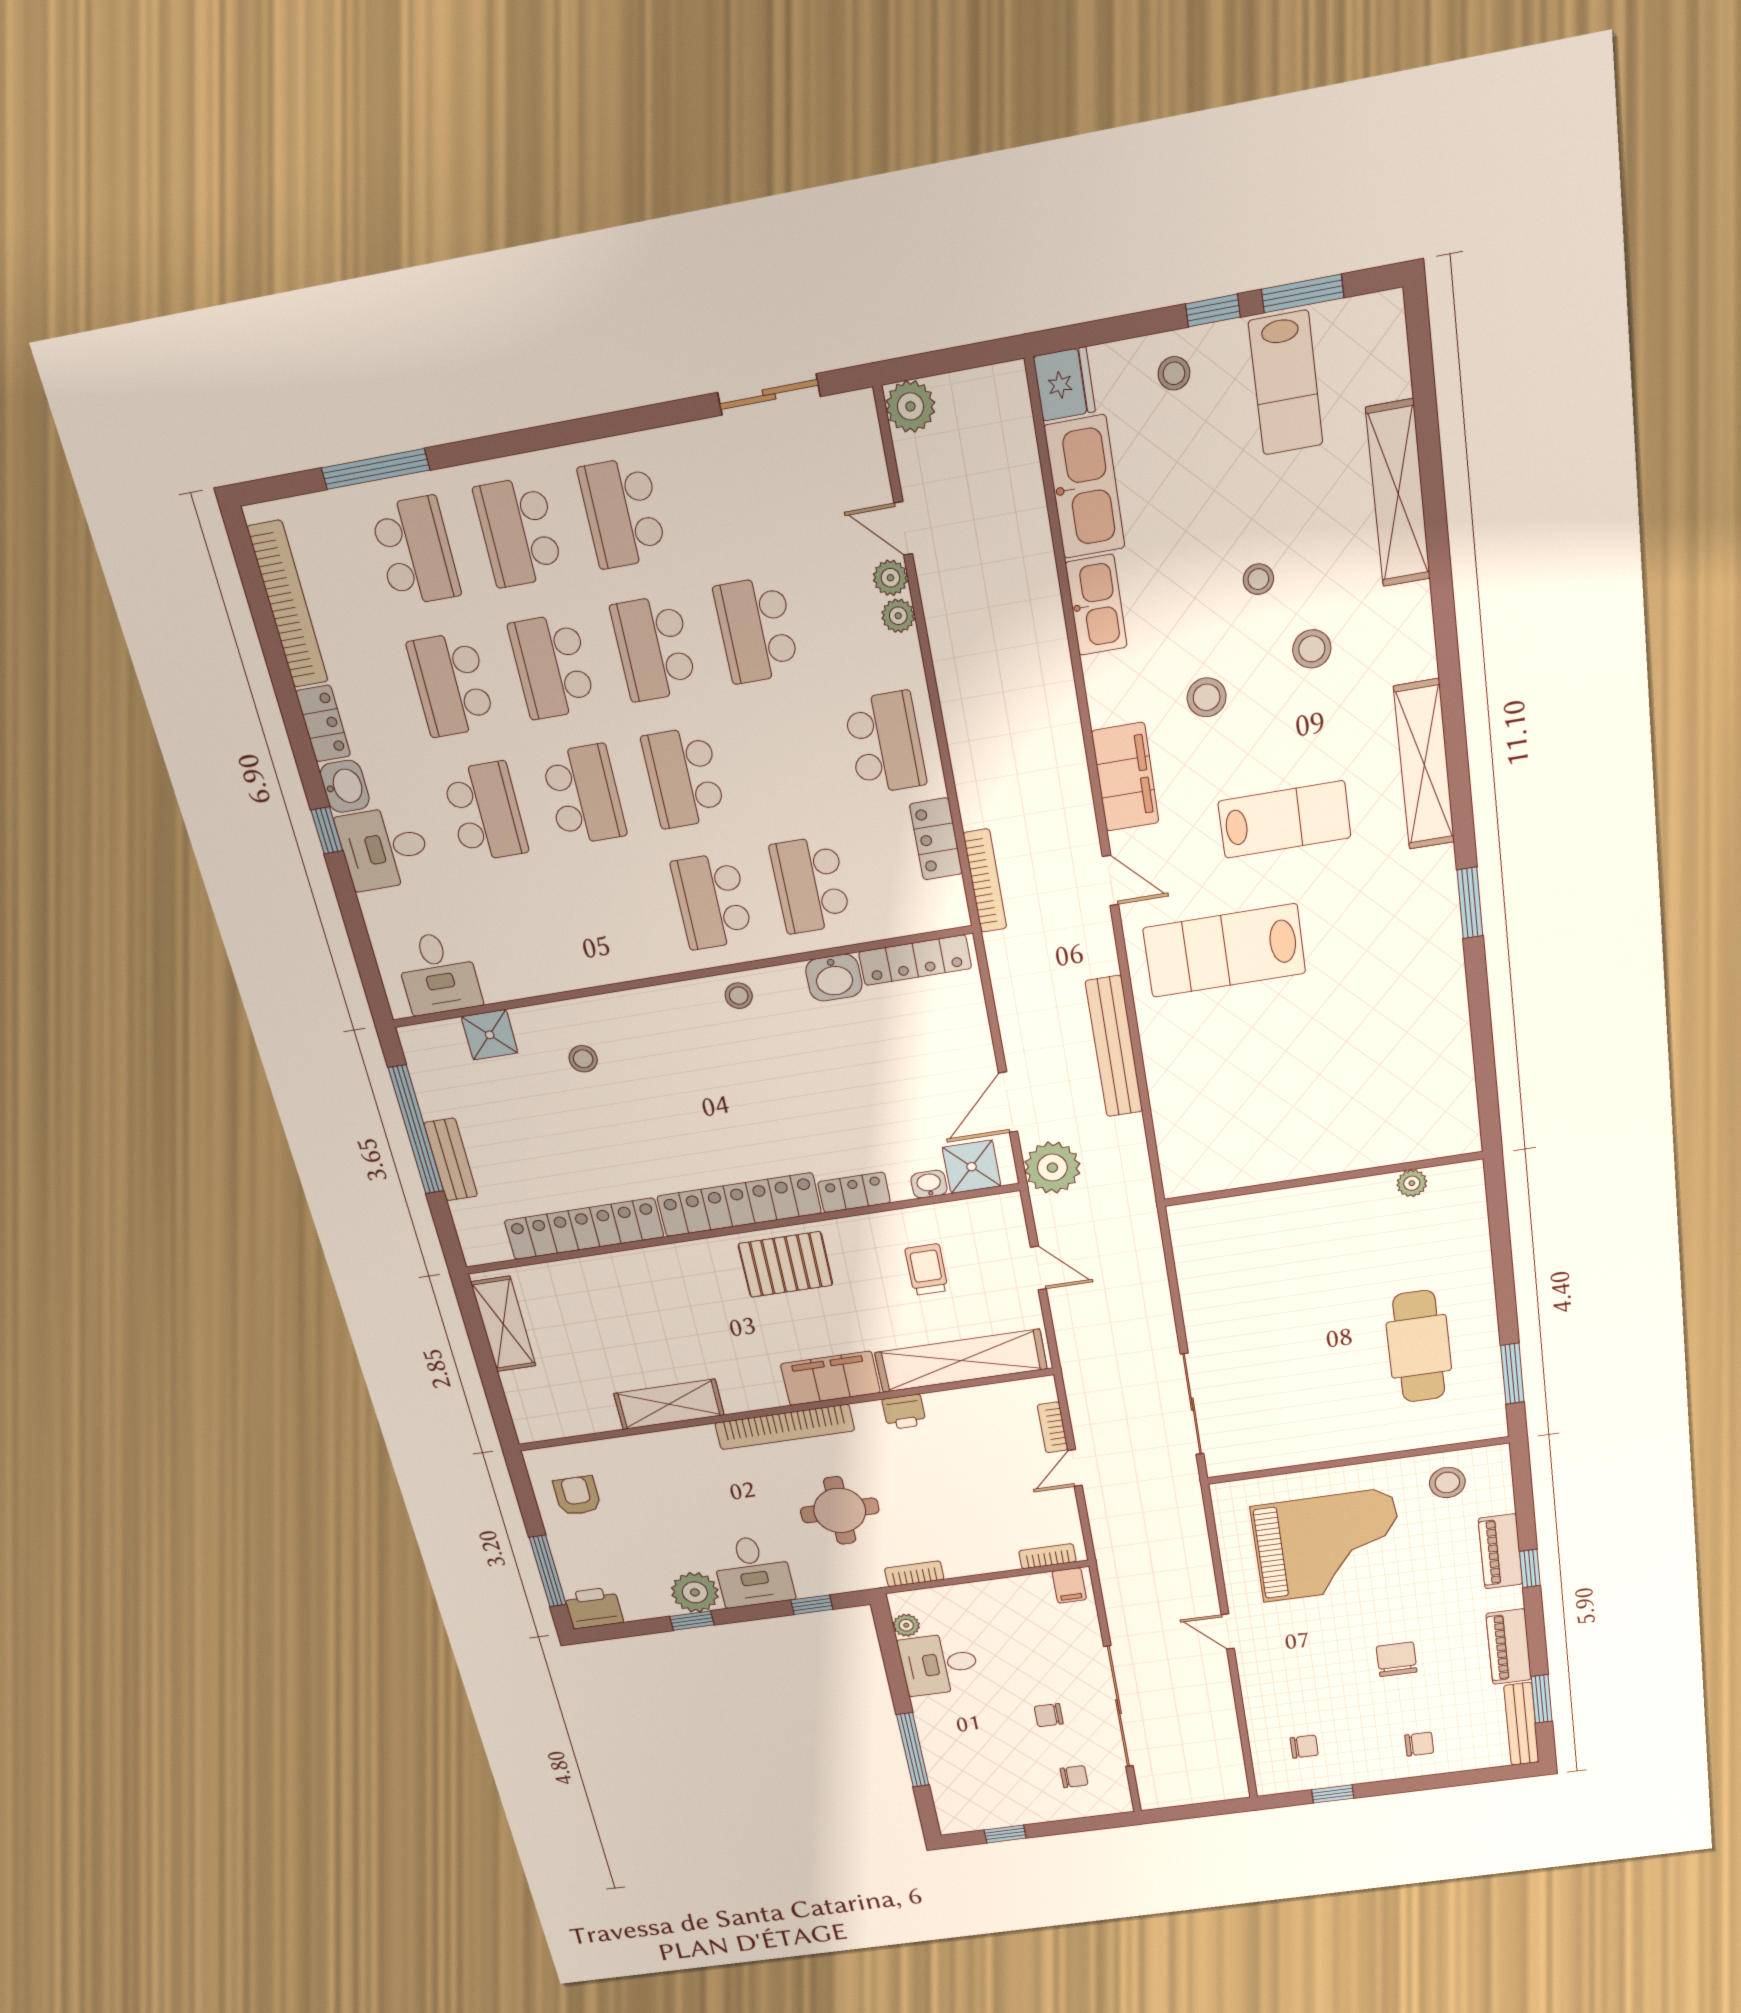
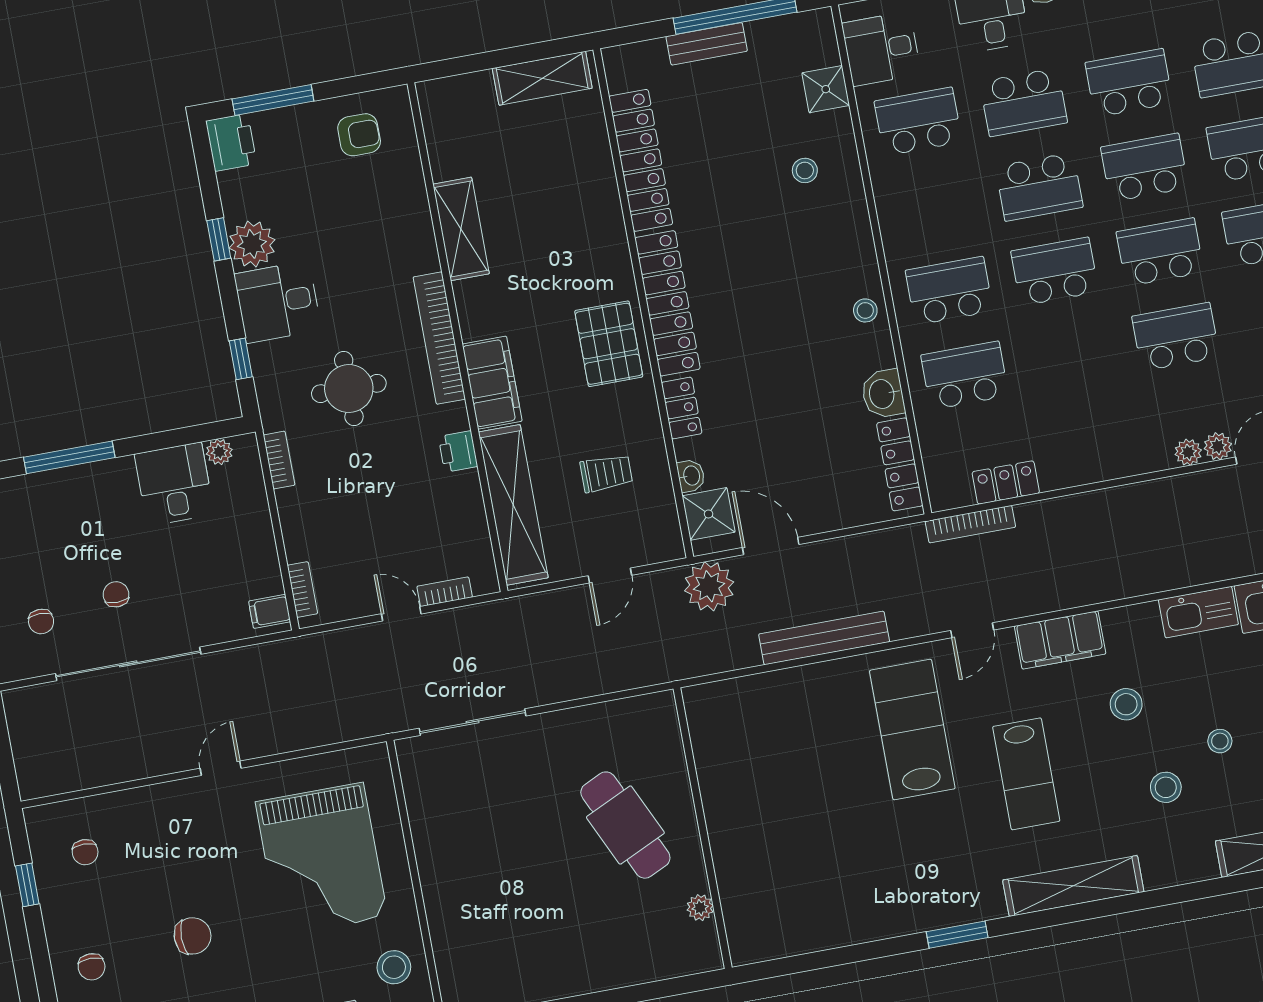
school desk: (885, 743) -> (918, 122), moved, turned 180
cafe table: (1419, 1346) -> (625, 825), moved, turned 65

